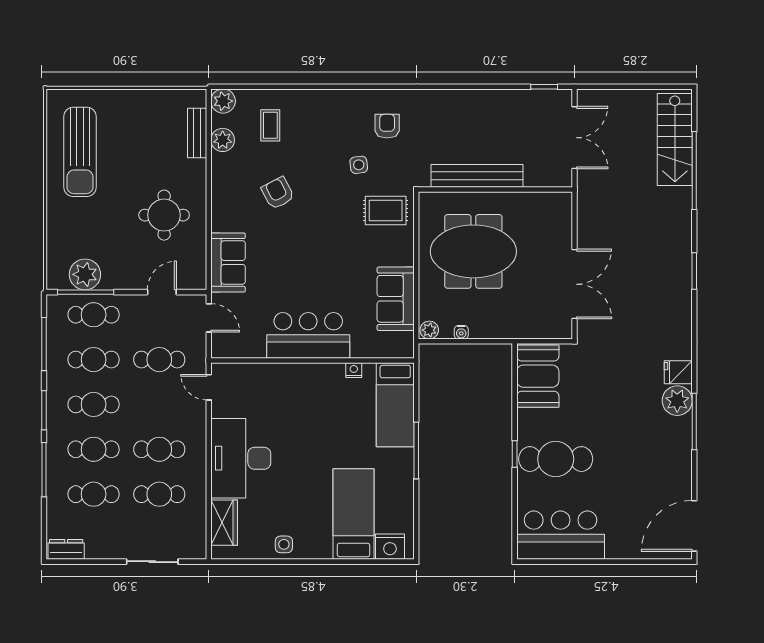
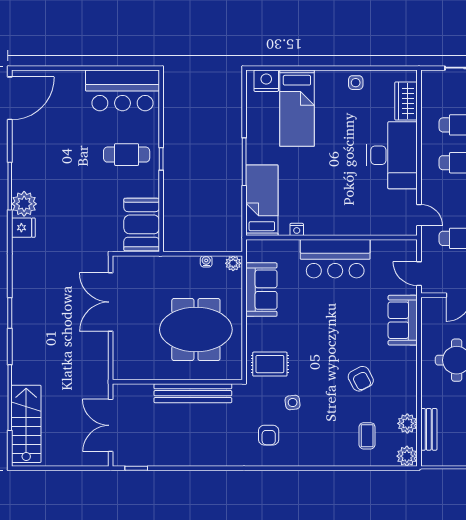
cafe table: (556, 459) -> (127, 155), width x0.73, depth x0.74

